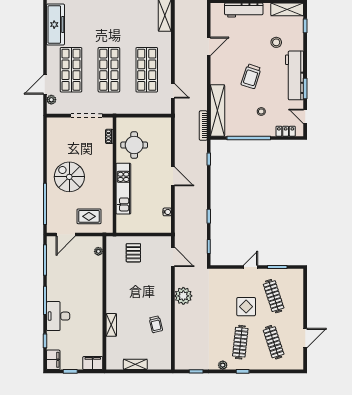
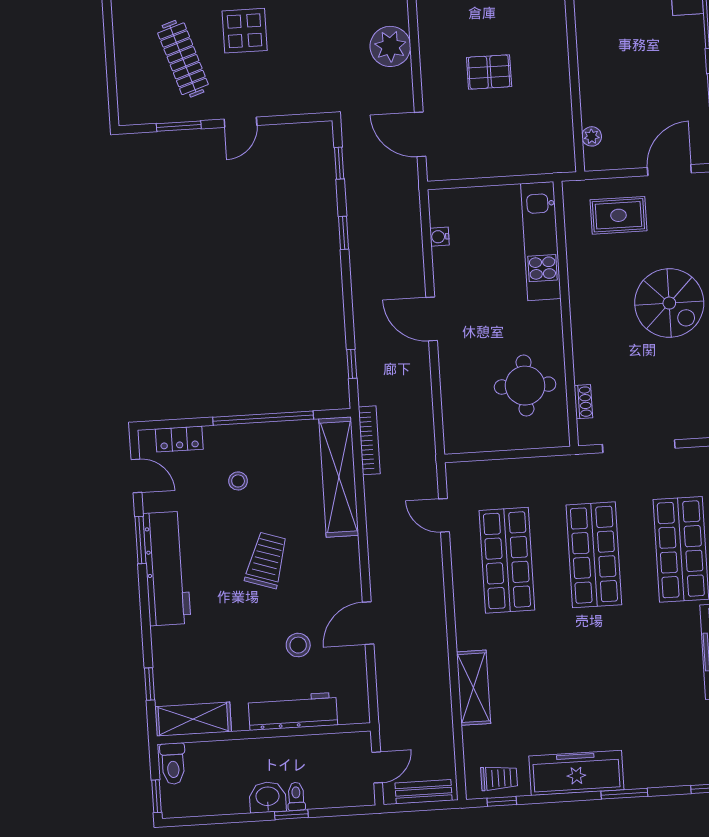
stool: (276, 42) -> (298, 645), moved
kitchen unit: (123, 189) -> (541, 241), moved
pallet: (133, 253) -> (489, 72), moved, turned 90

